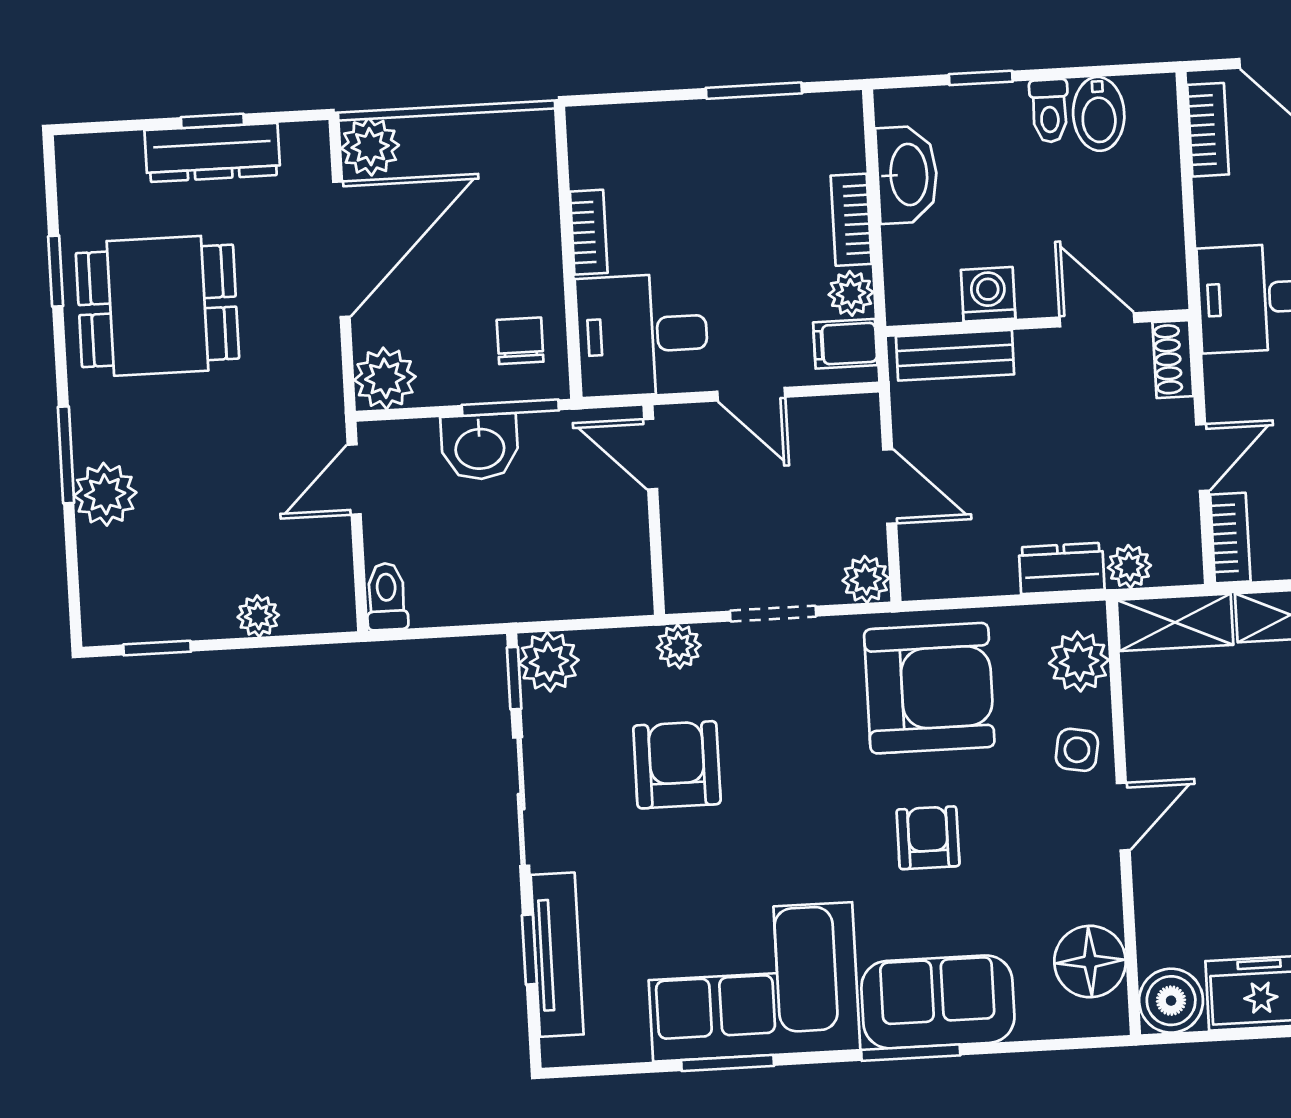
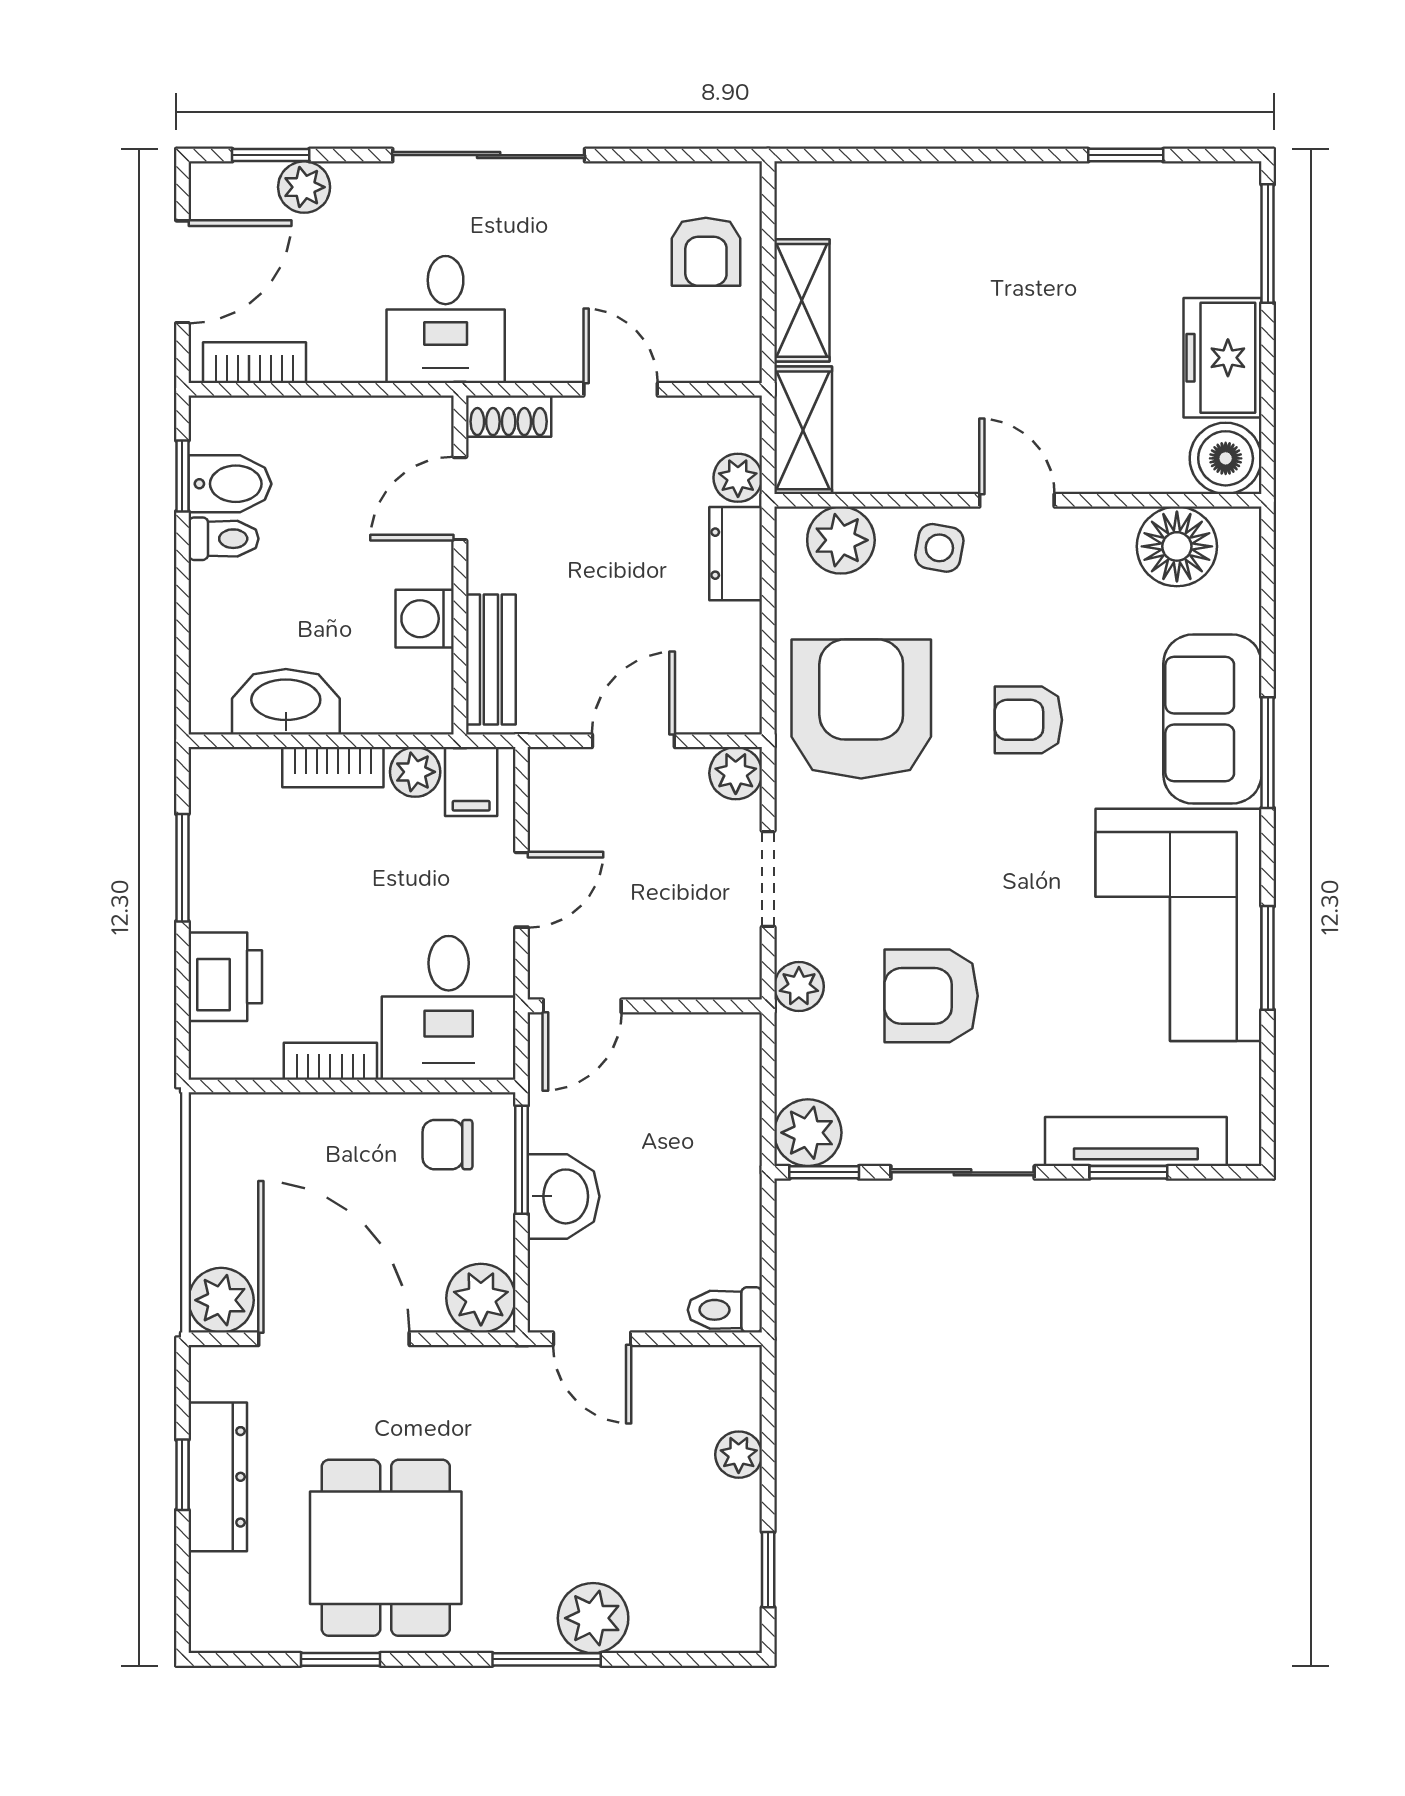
window: (981, 78) -> (182, 476), moved
printer: (659, 134) -> (225, 977), added
bookcase: (1230, 538) -> (712, 363), removed

